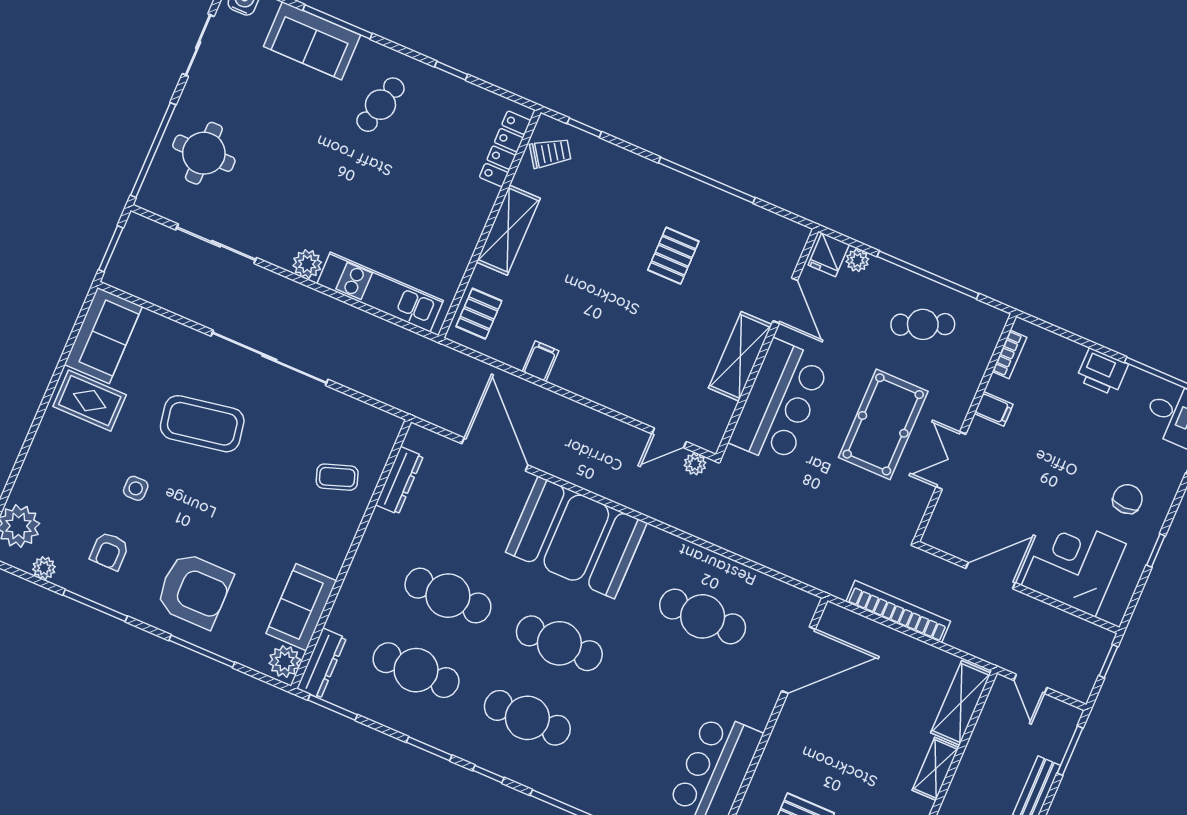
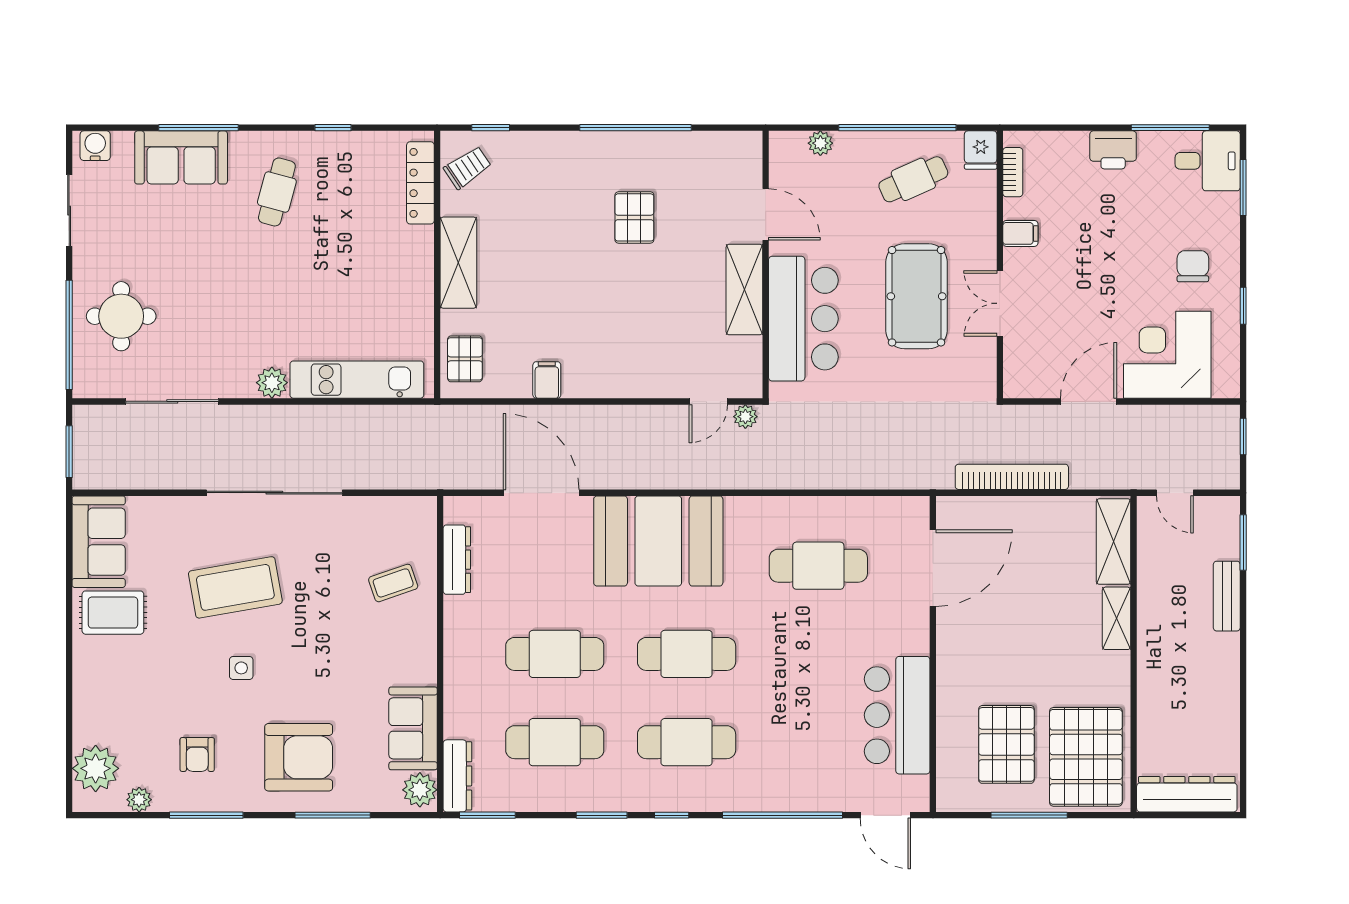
fridge: (829, 255) -> (981, 150), moved
side table: (136, 488) -> (241, 668), moved

